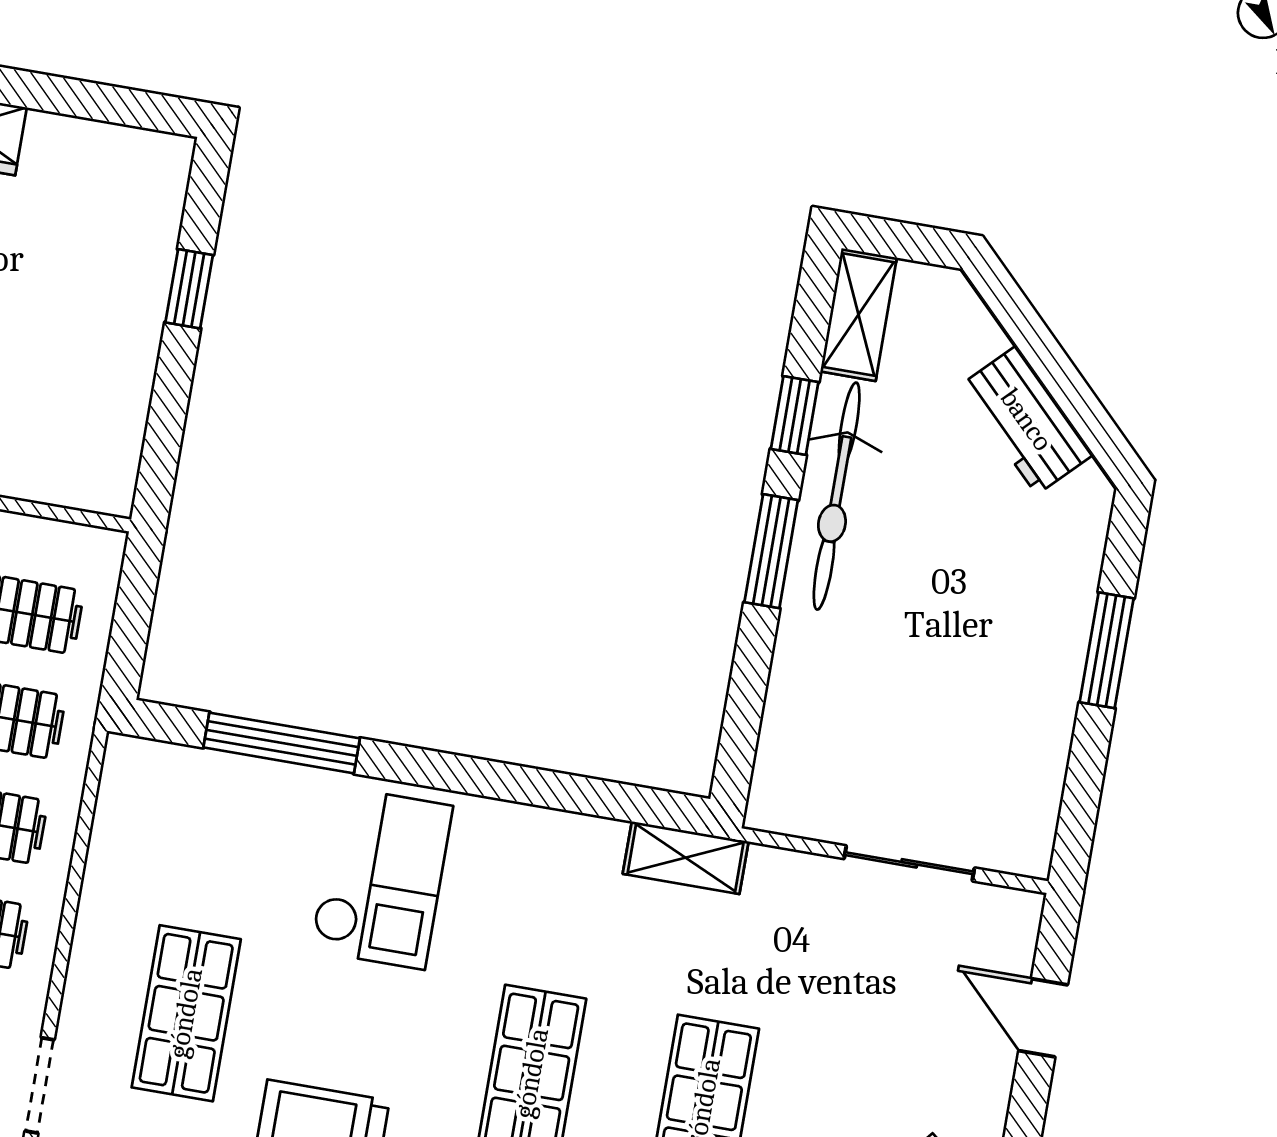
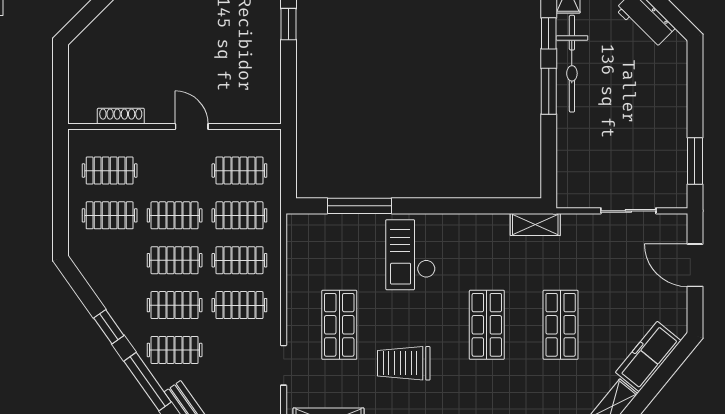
window: (1107, 650) -> (695, 161), moved
checkout: (381, 878) -> (410, 255), turned 180
door: (1043, 1018) -> (695, 265), width x1.38

